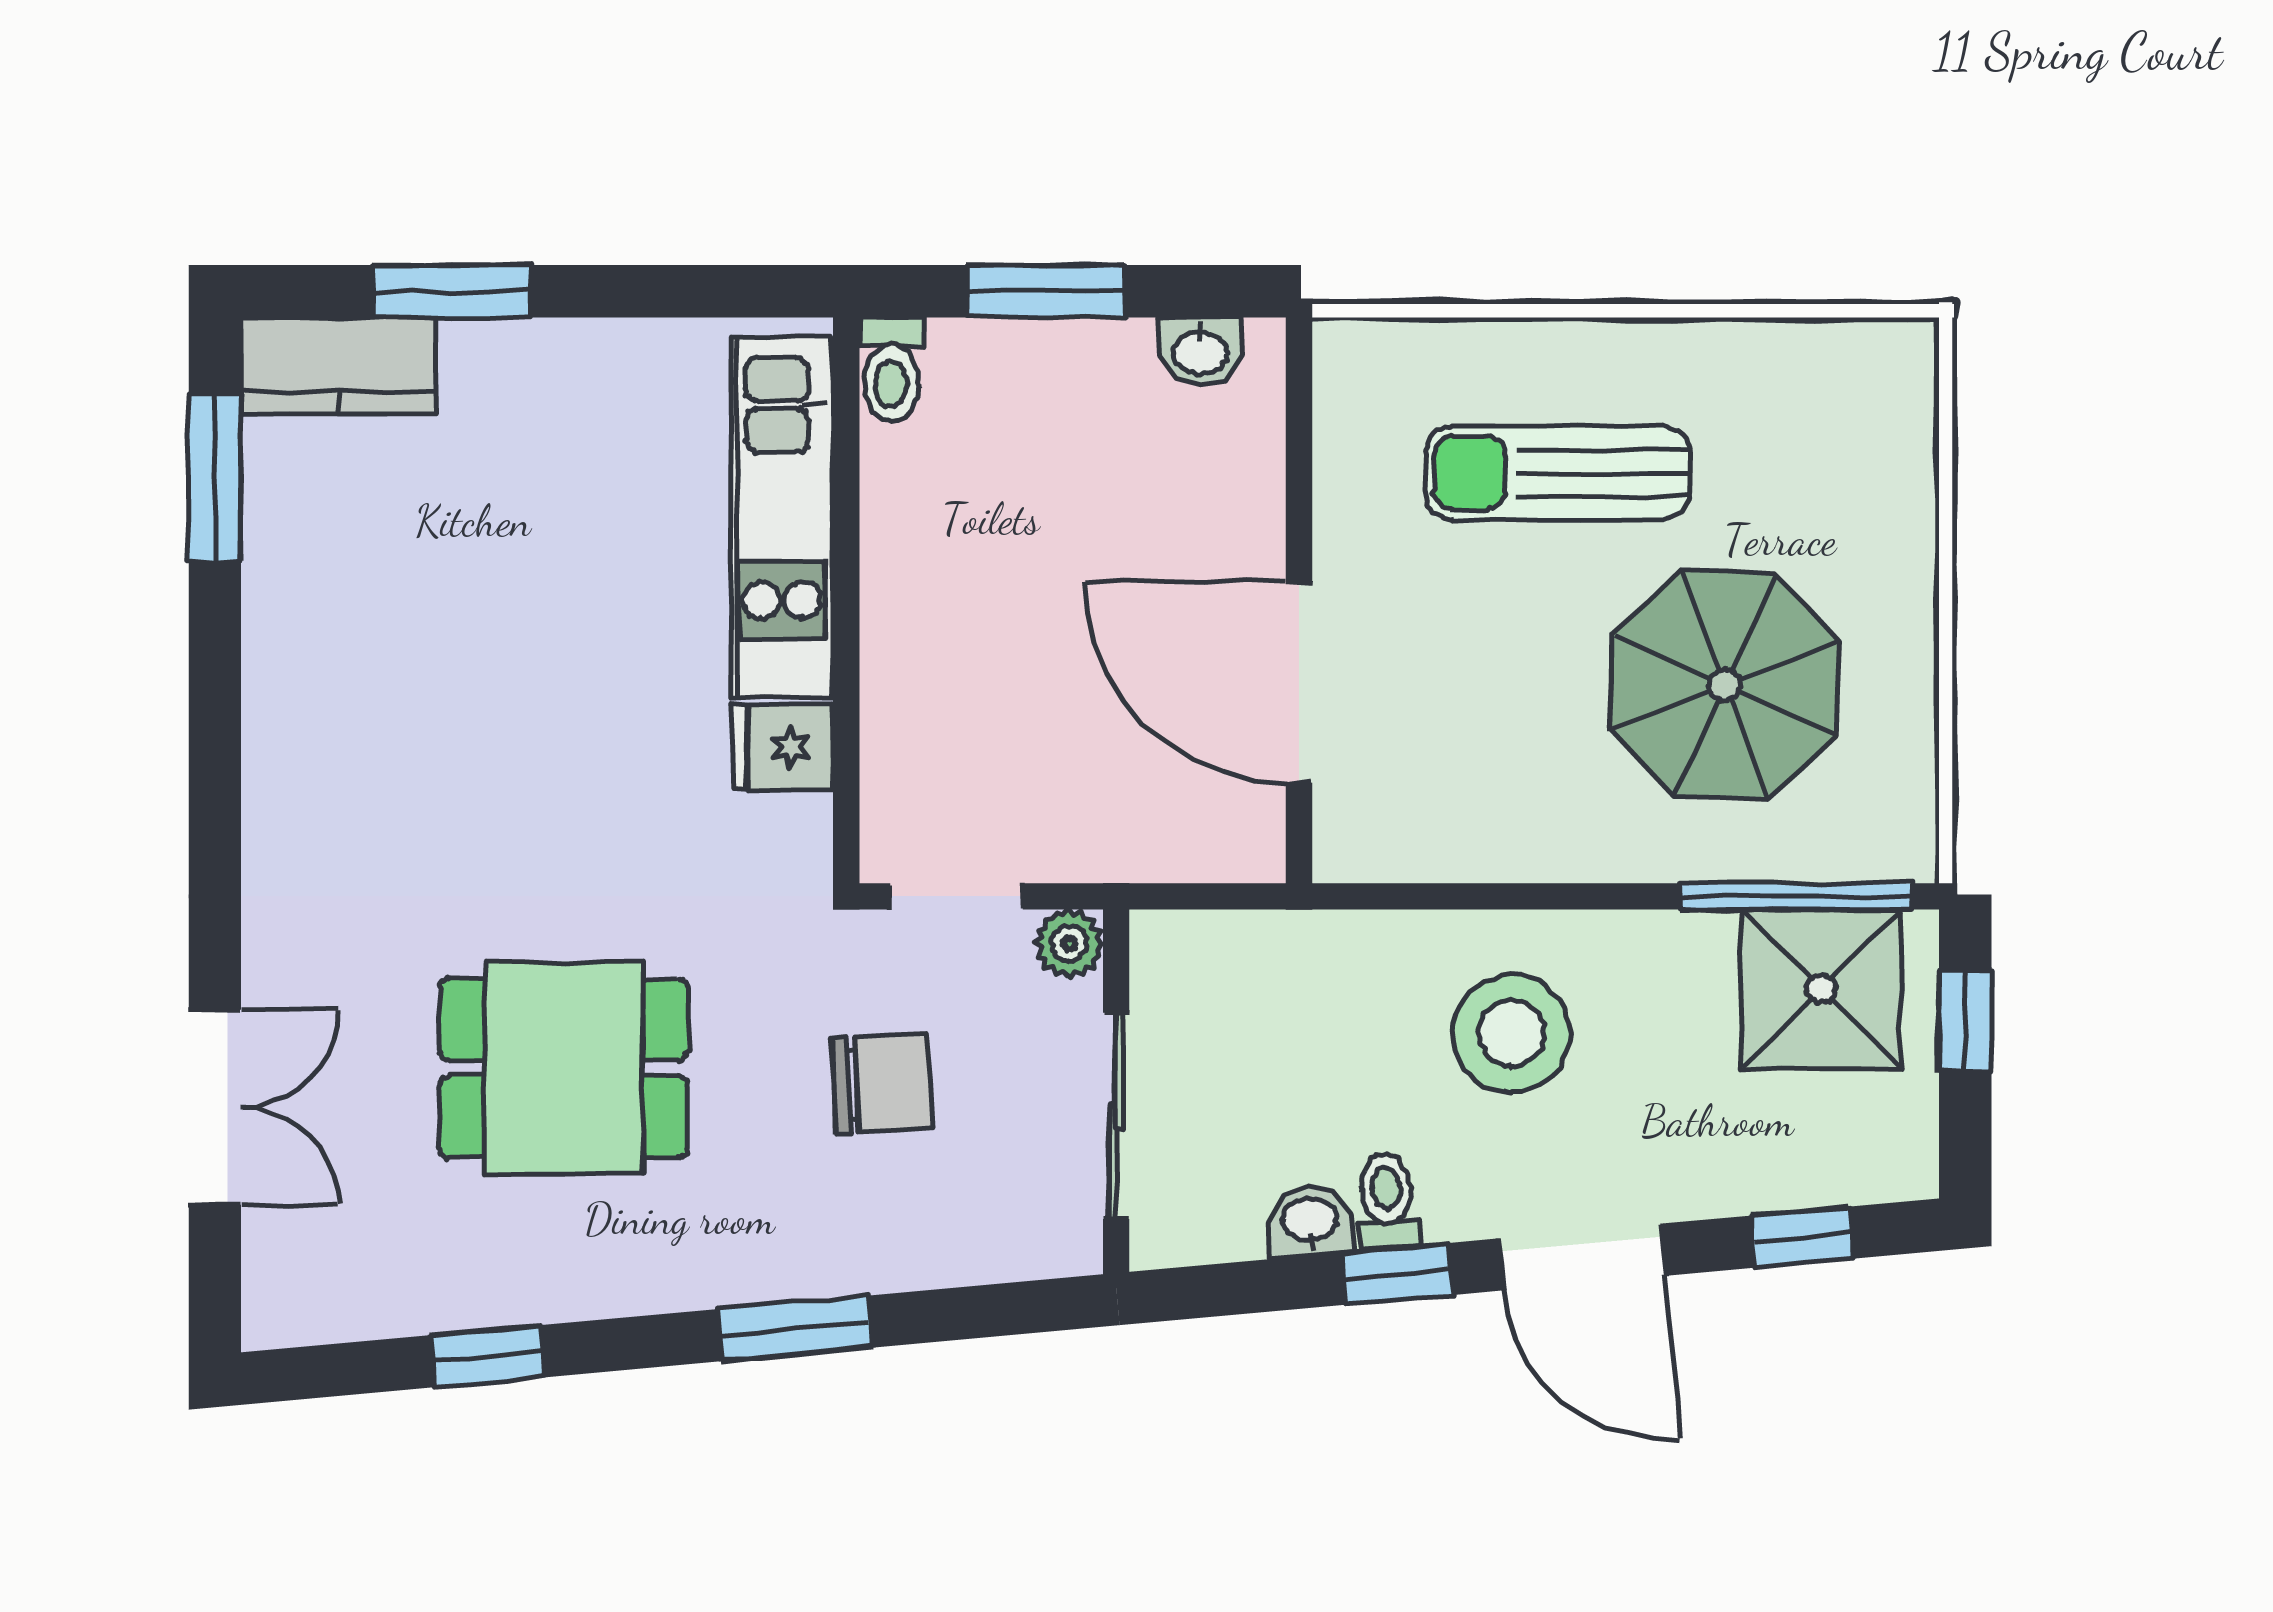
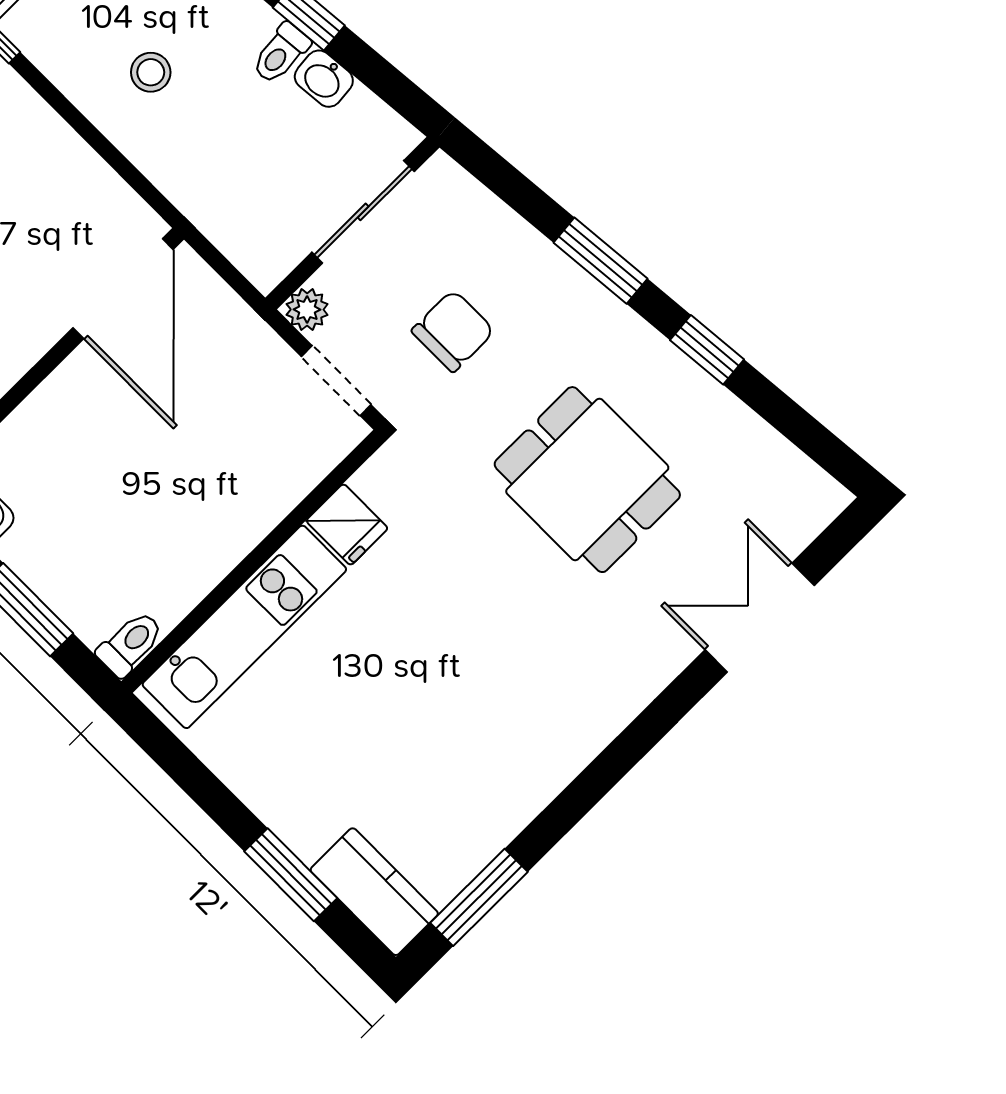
door: (1299, 682) -> (123, 289), moved
stool: (1512, 1033) -> (151, 72), width x0.53, depth x0.53
chair: (881, 1084) -> (453, 331), turned 93
window: (488, 1356) -> (707, 350), moved

